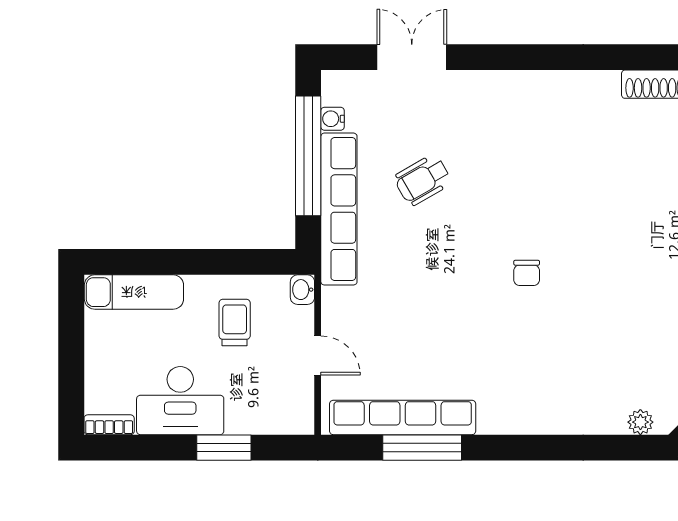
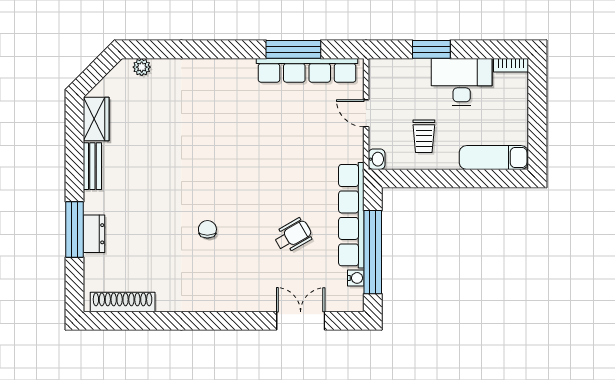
double door: (412, 57) -> (301, 321), swing flipped
chair: (527, 273) -> (207, 229), moved

